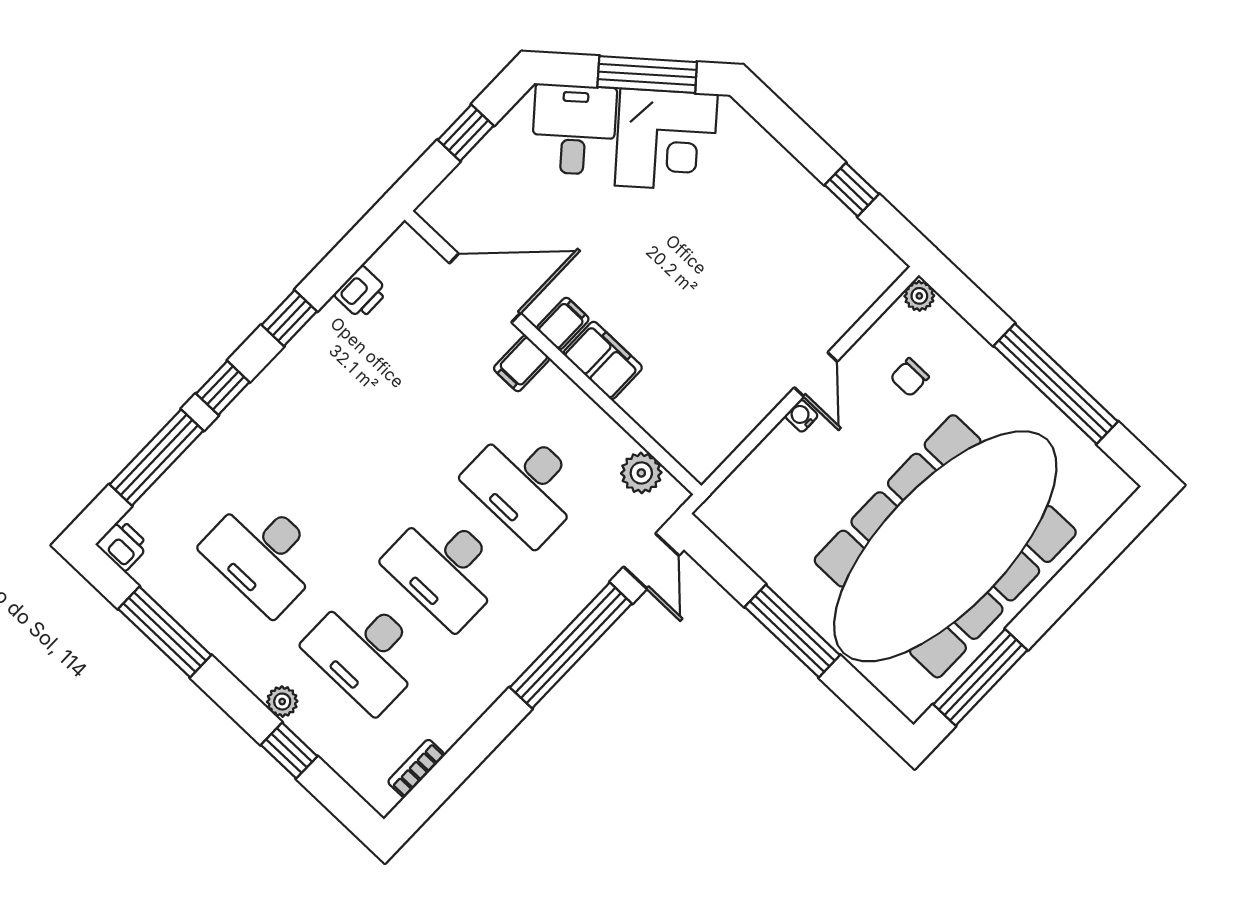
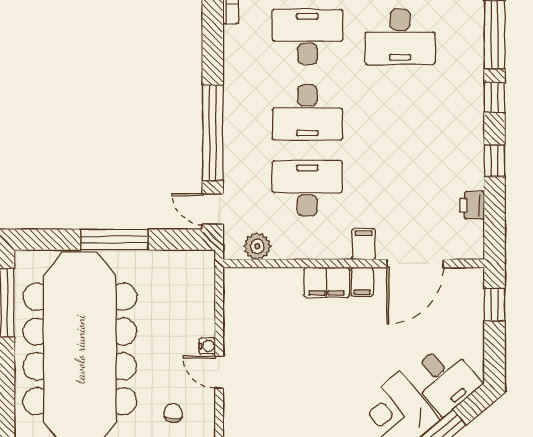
window: (466, 133) -> (495, 305), moved
desk: (263, 554) -> (400, 37), turned 180
desk: (445, 568) -> (307, 113), turned 180

